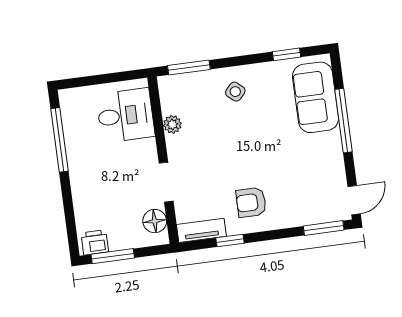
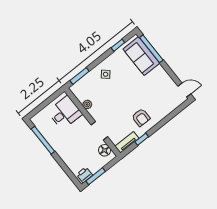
window: (343, 121) -> (151, 49), moved
door: (354, 200) -> (184, 90), hinge flipped
armchair: (251, 202) -> (141, 118), turned -90
window: (324, 228) -> (179, 110), removed

